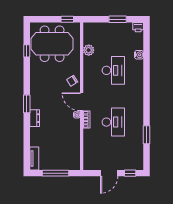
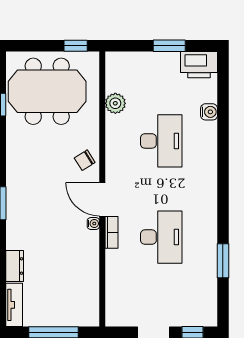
printer: (138, 27) -> (199, 65), width x1.87, depth x1.48
dresser: (35, 118) -> (15, 266), moved

